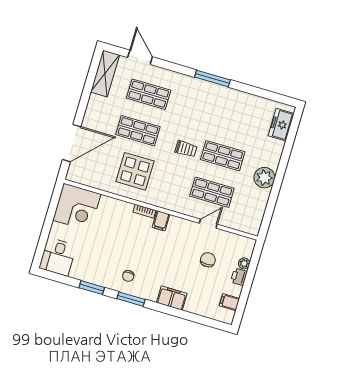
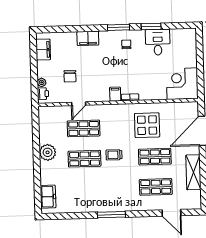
shelving: (105, 74) -> (193, 172), moved
desk: (58, 257) -> (158, 42), moved
printer: (239, 277) -> (43, 94), moved
filing cabinet: (229, 302) -> (43, 49), width x2.00

